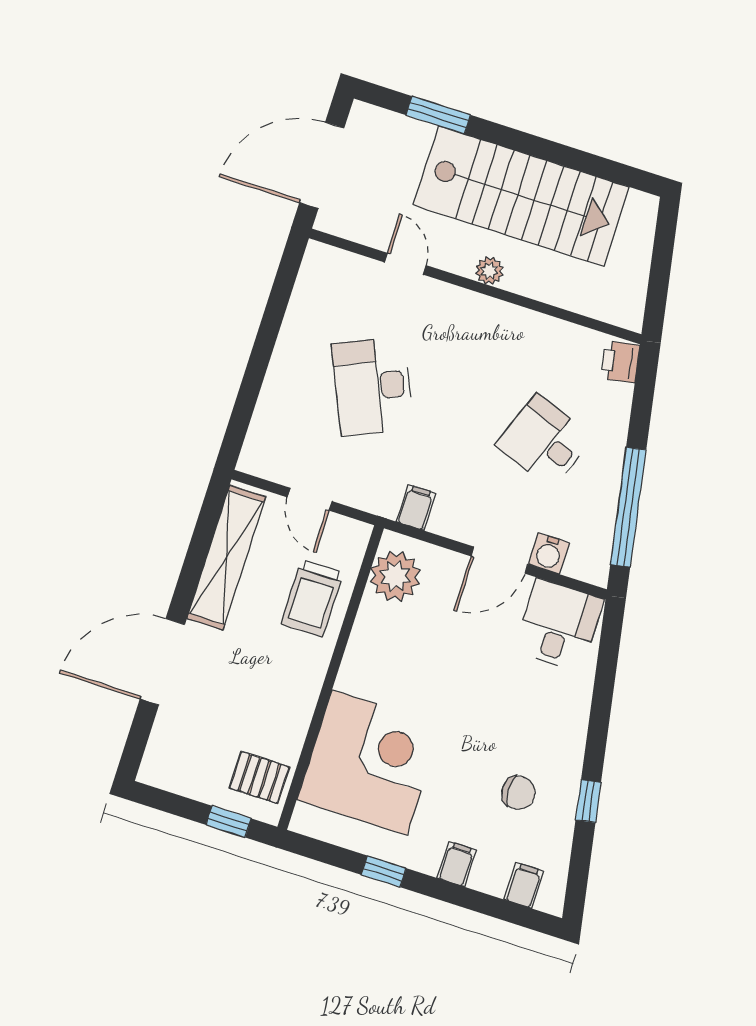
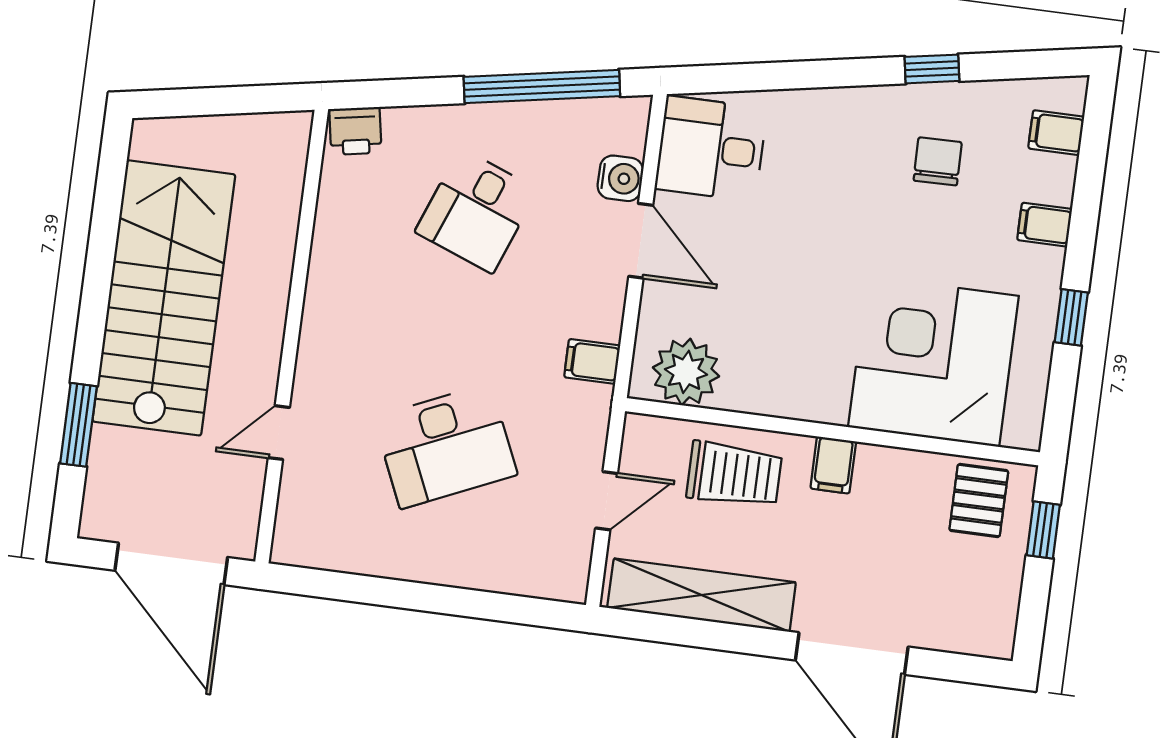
plant: (489, 271) -> (268, 322), removed
filing cabinet: (306, 674) -> (833, 465), added

